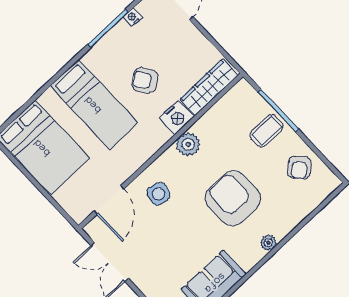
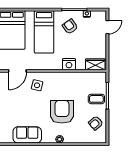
armchair: (145, 80) -> (70, 27), moved
wardrobe: (209, 87) -> (95, 64), width x0.67
plant: (188, 144) -> (64, 78), removed

